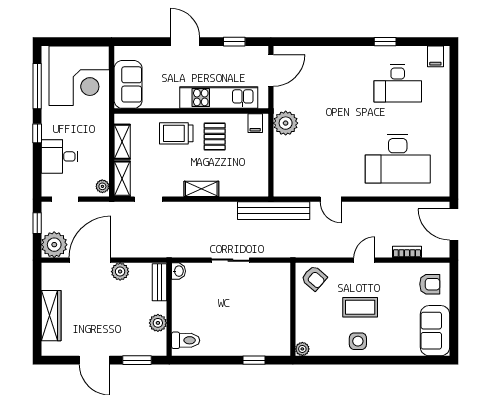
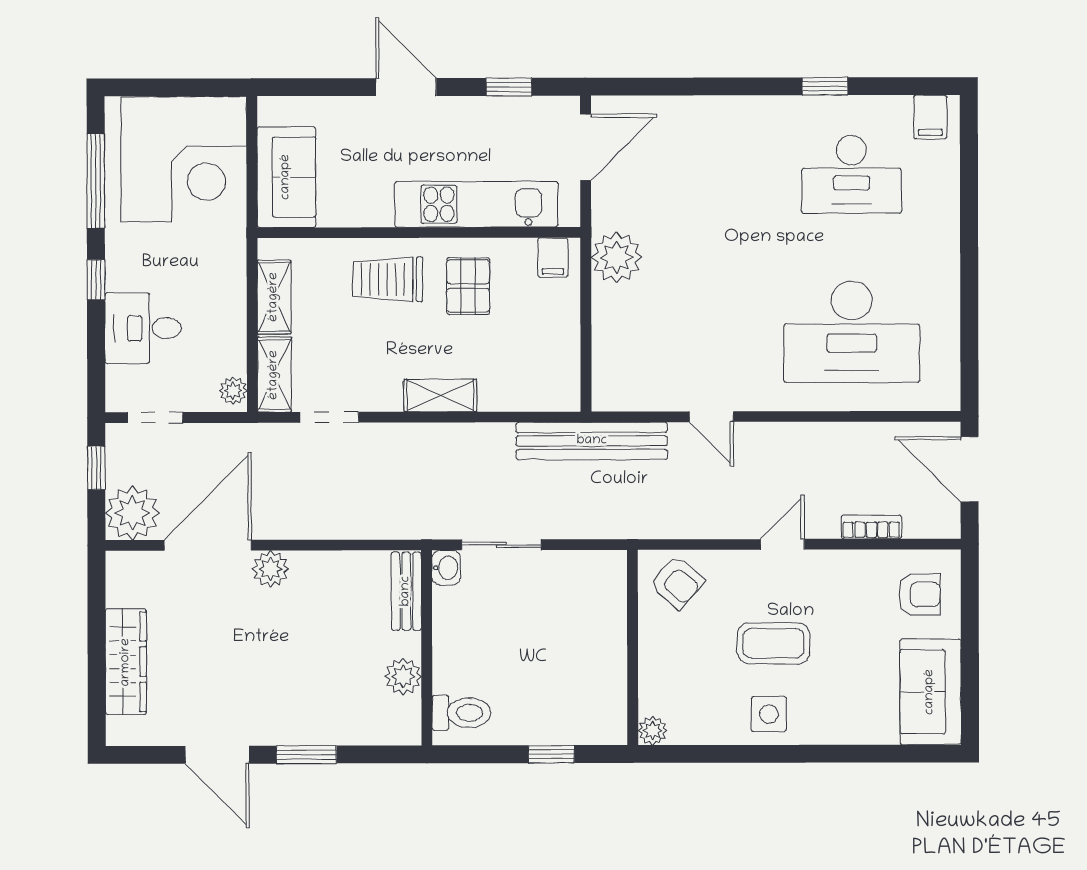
washbasin: (179, 271) -> (446, 568), moved
bench: (160, 282) -> (406, 591), moved
wall: (169, 309) -> (427, 648), moved
plant: (158, 323) -> (403, 677), moved
toilet: (186, 340) -> (461, 713), moved

